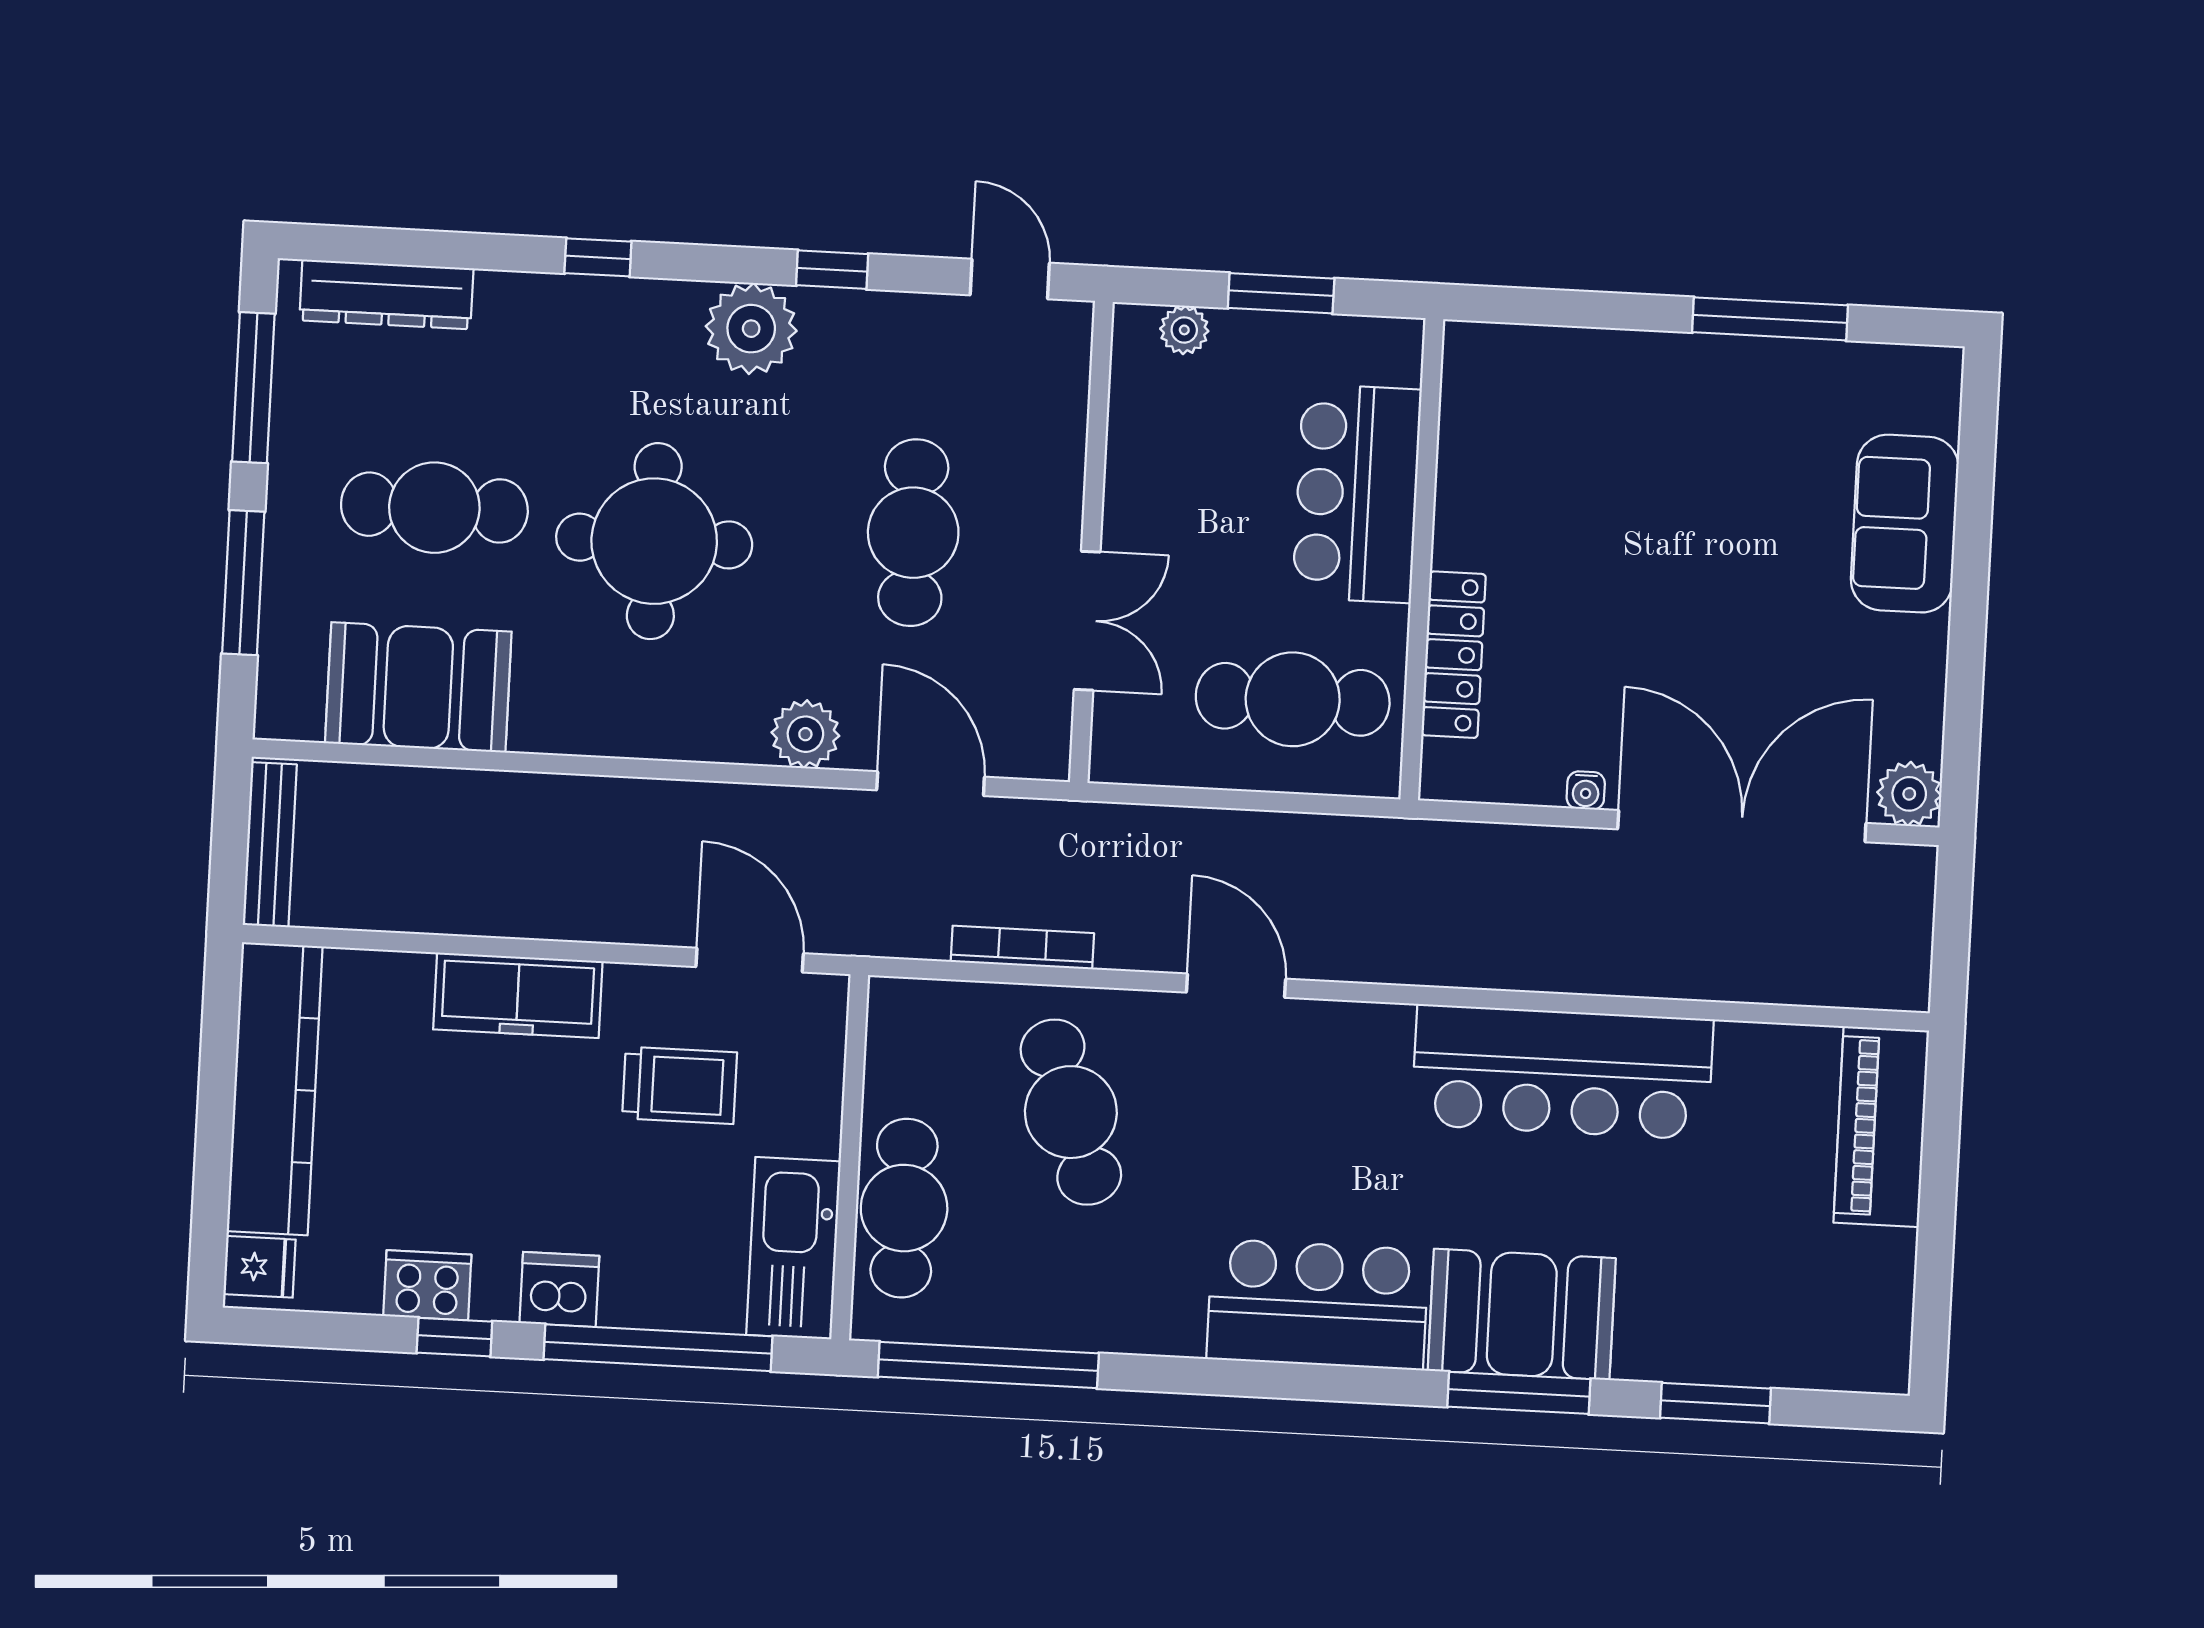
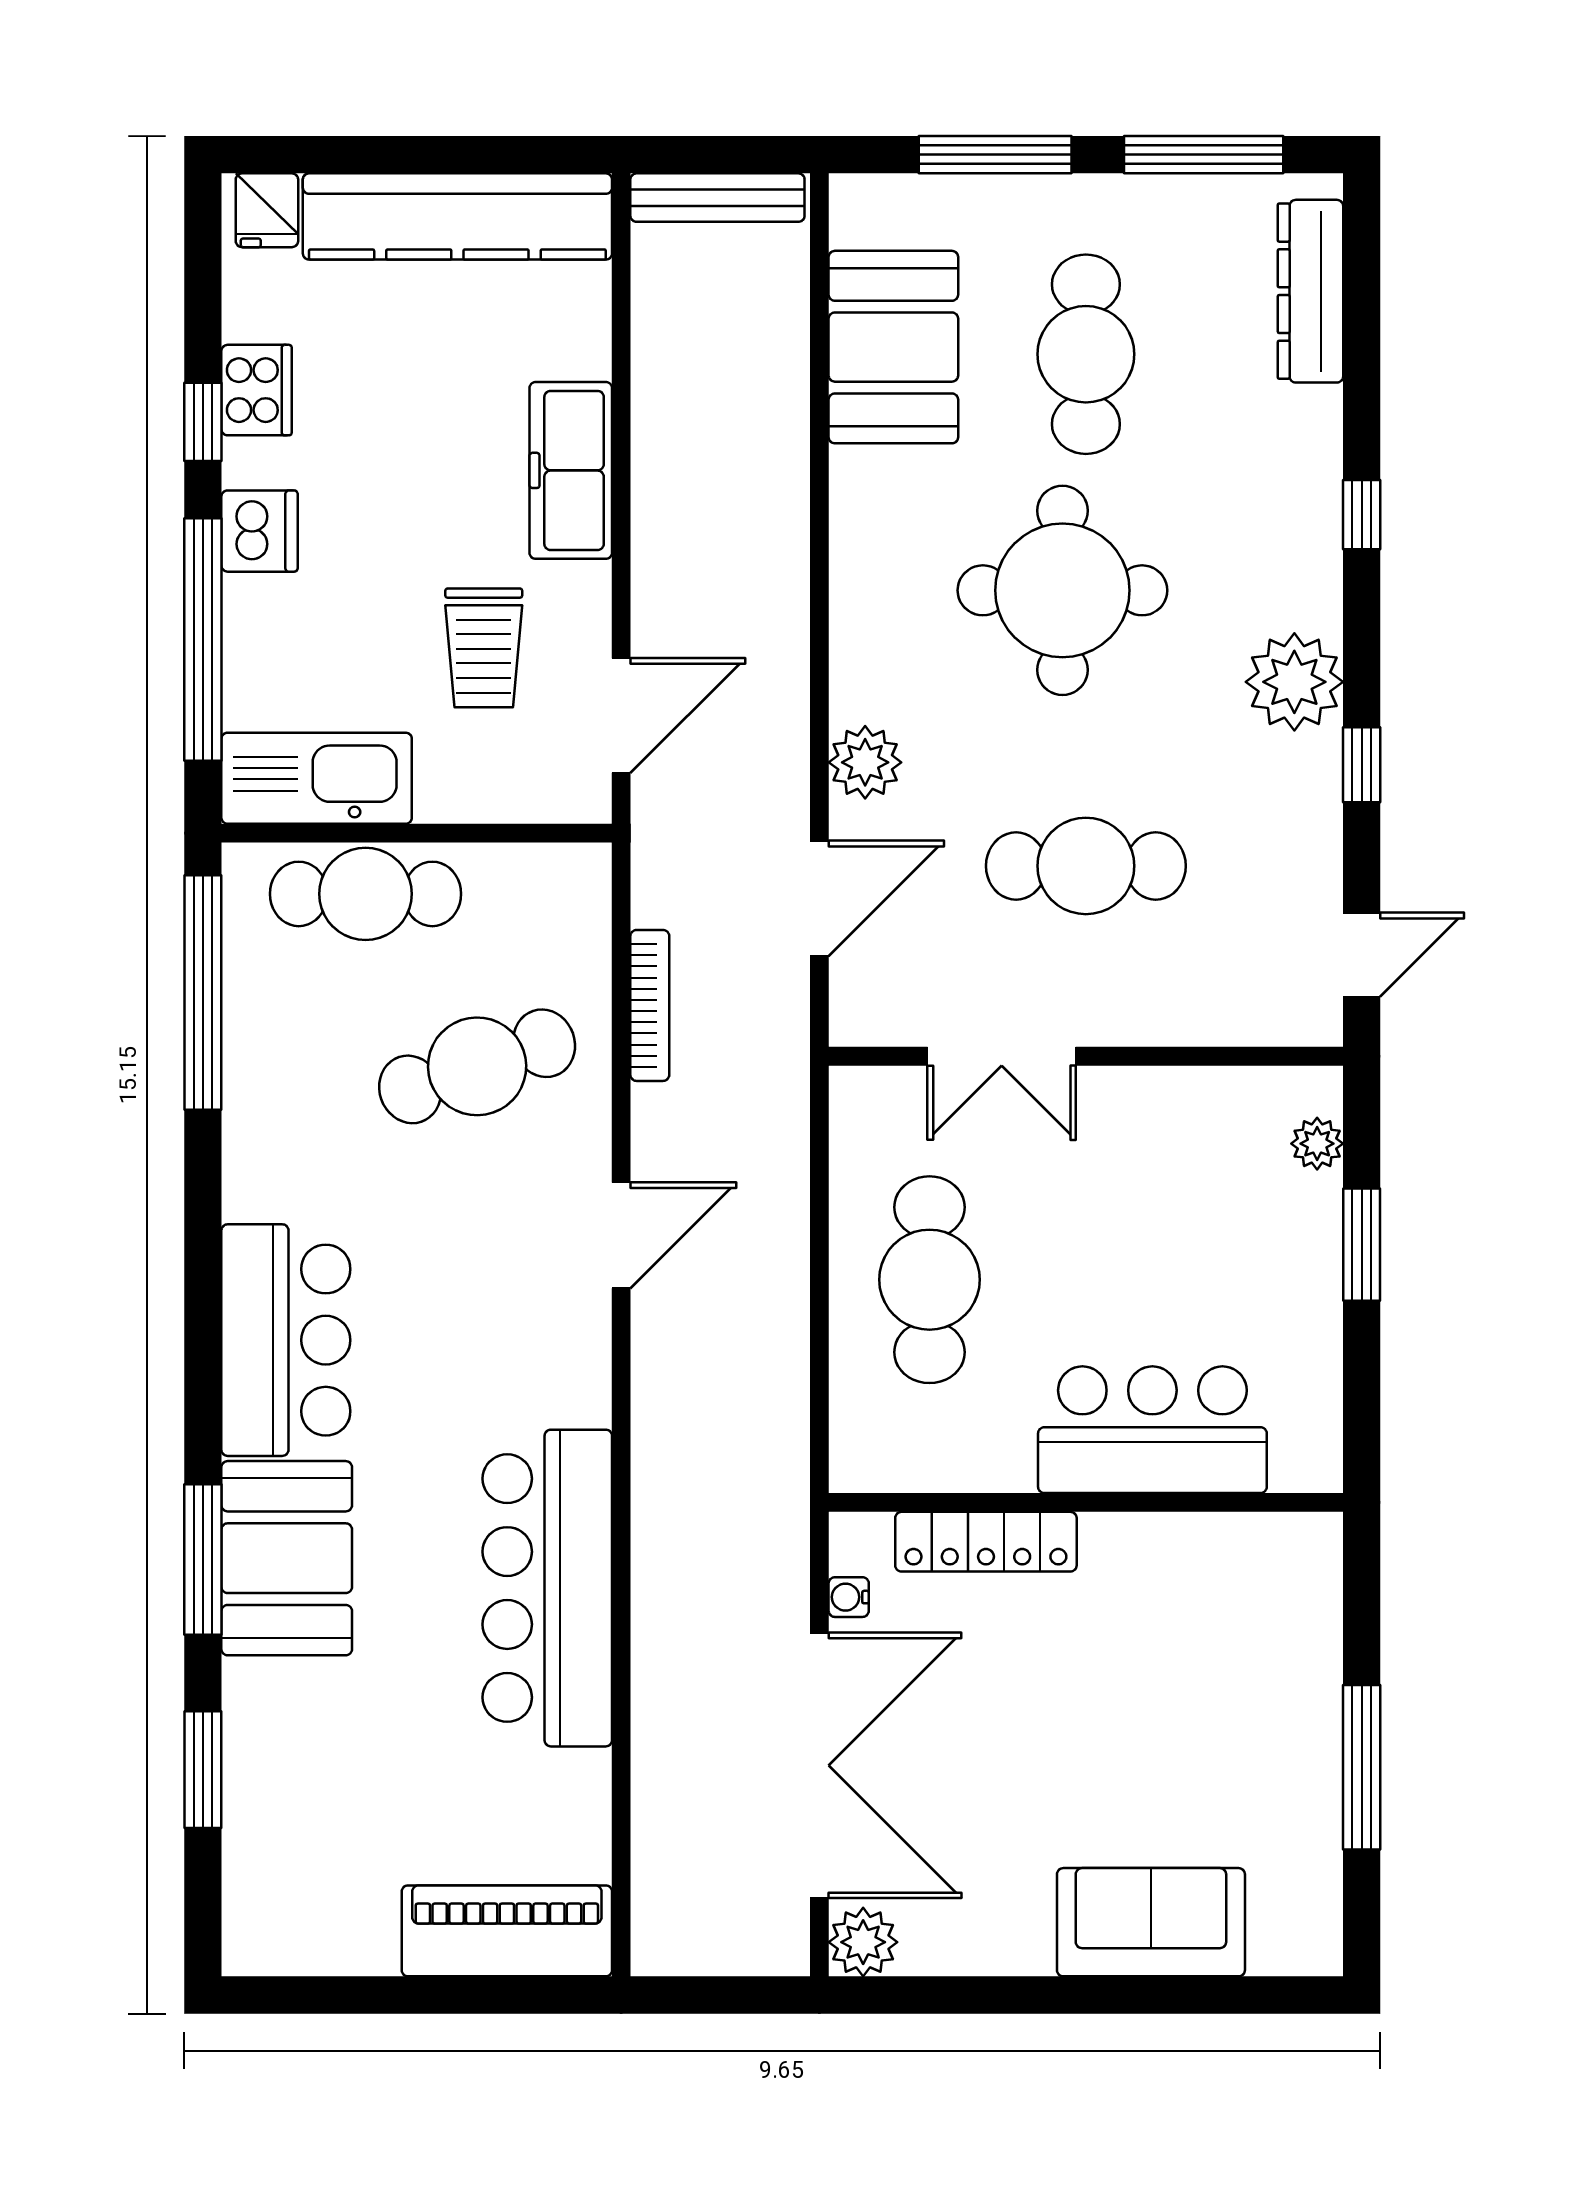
bar counter: (1357, 493) -> (1152, 1430), moved
wall: (1422, 559) -> (1086, 1502), moved
locker: (1454, 655) -> (986, 1542), moved

